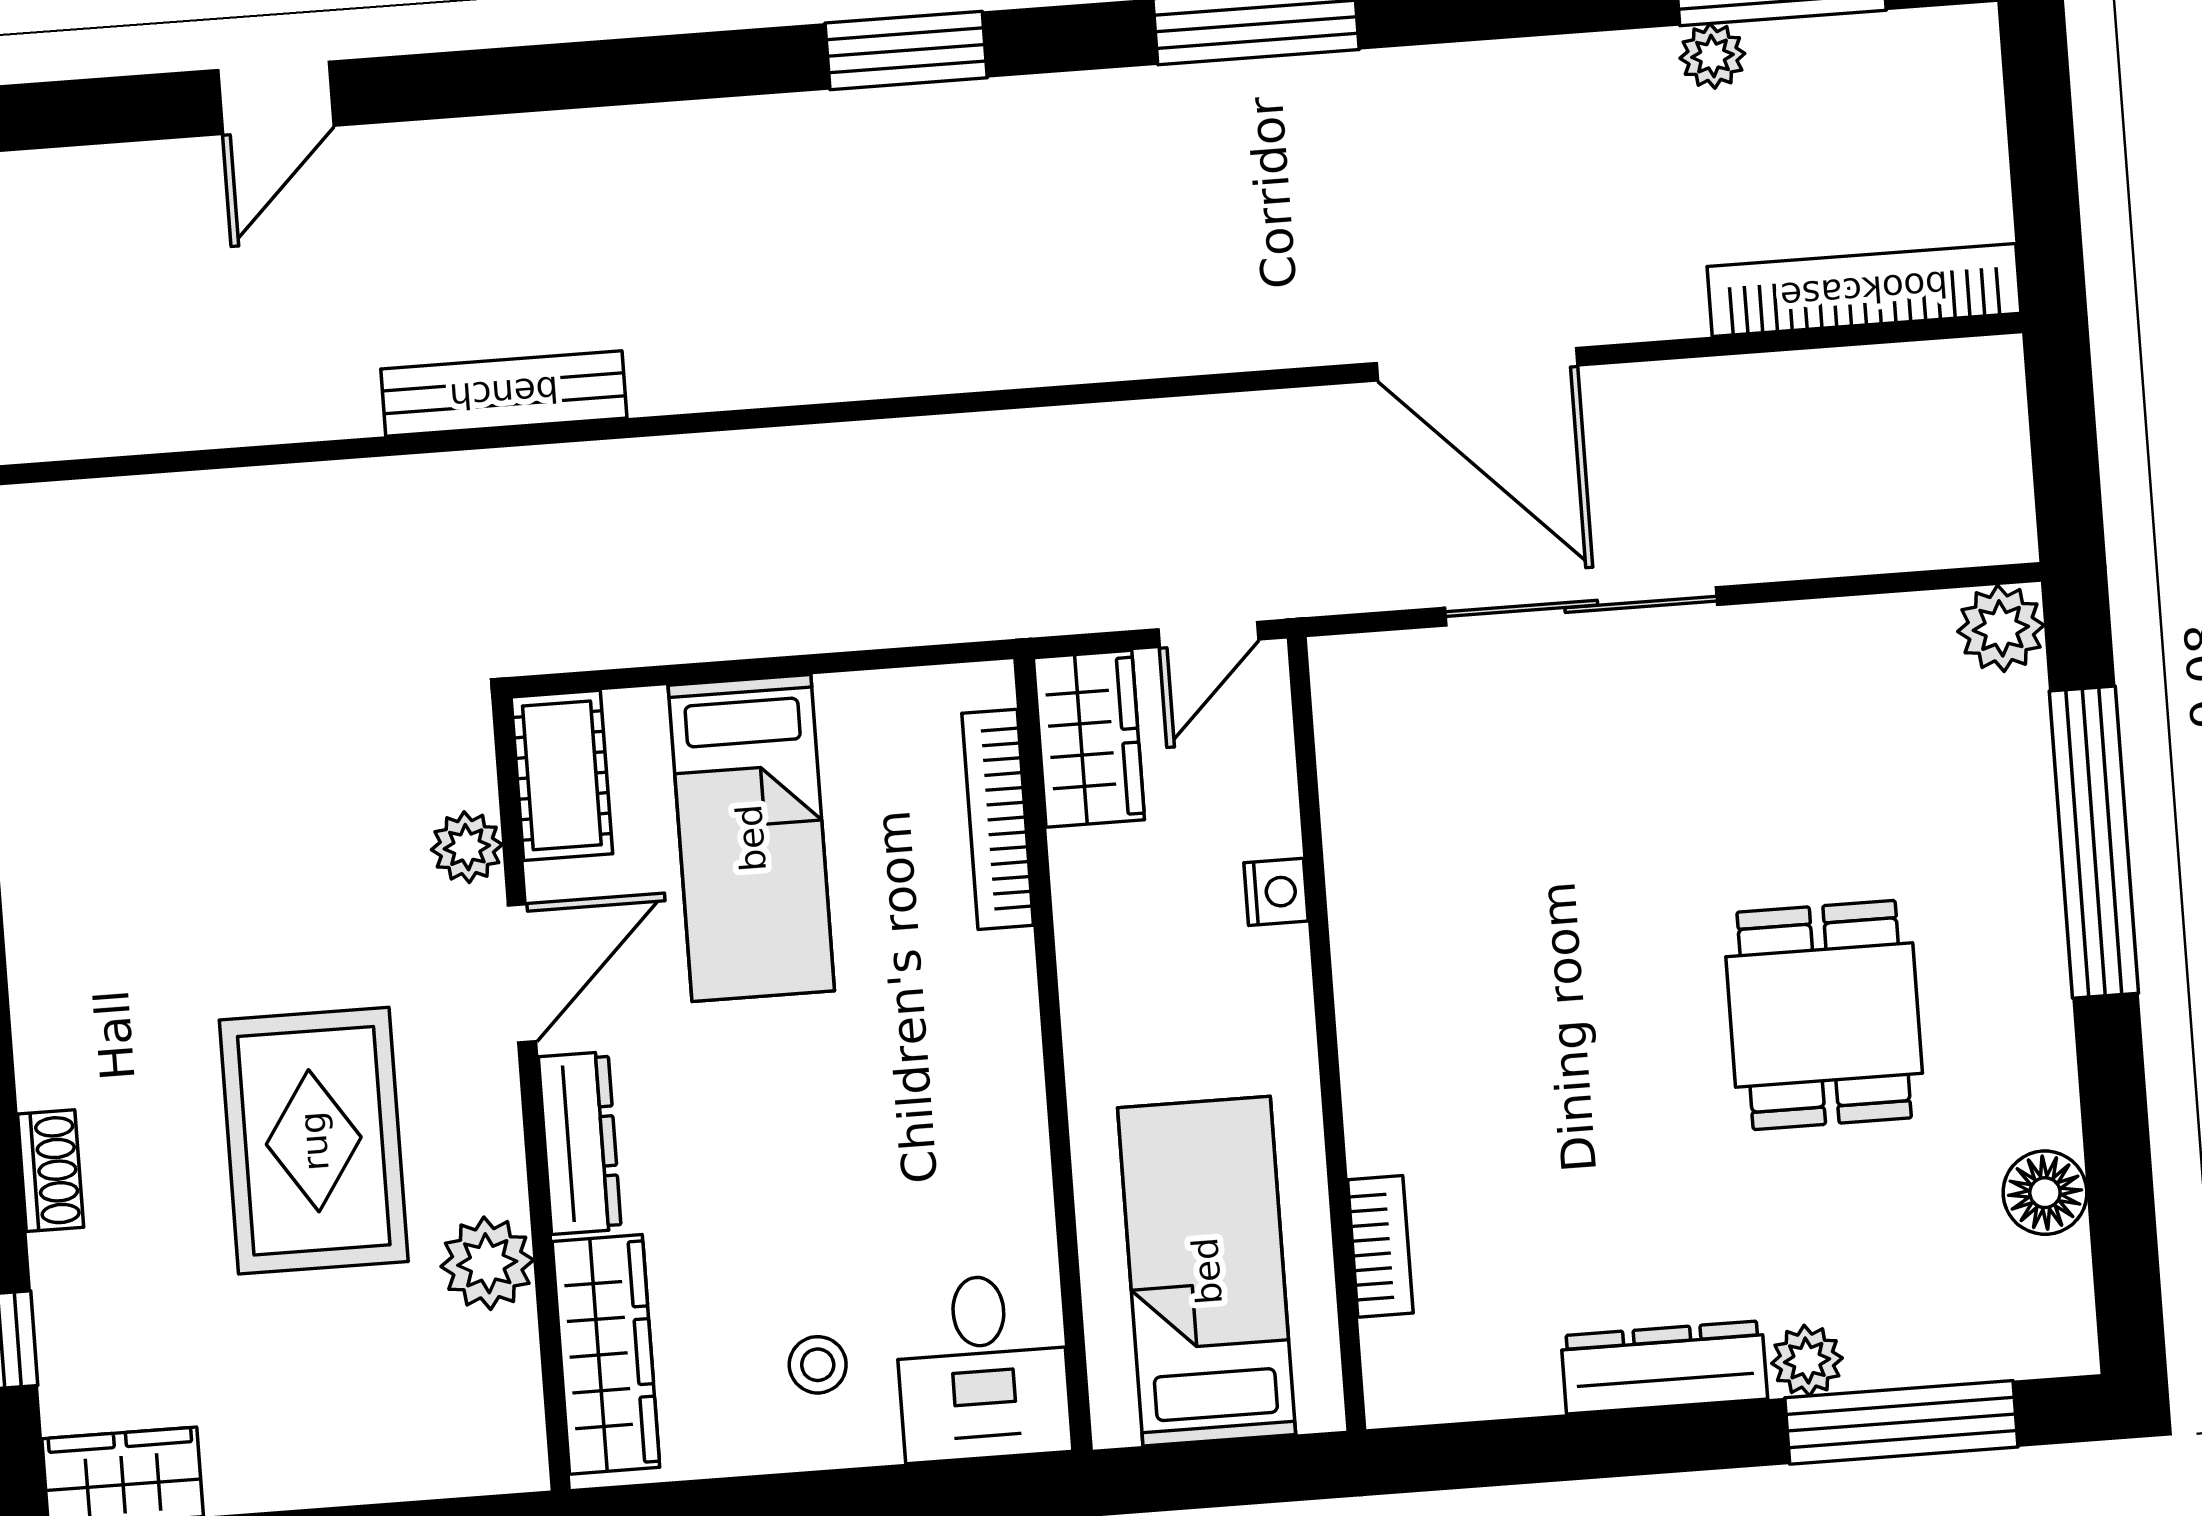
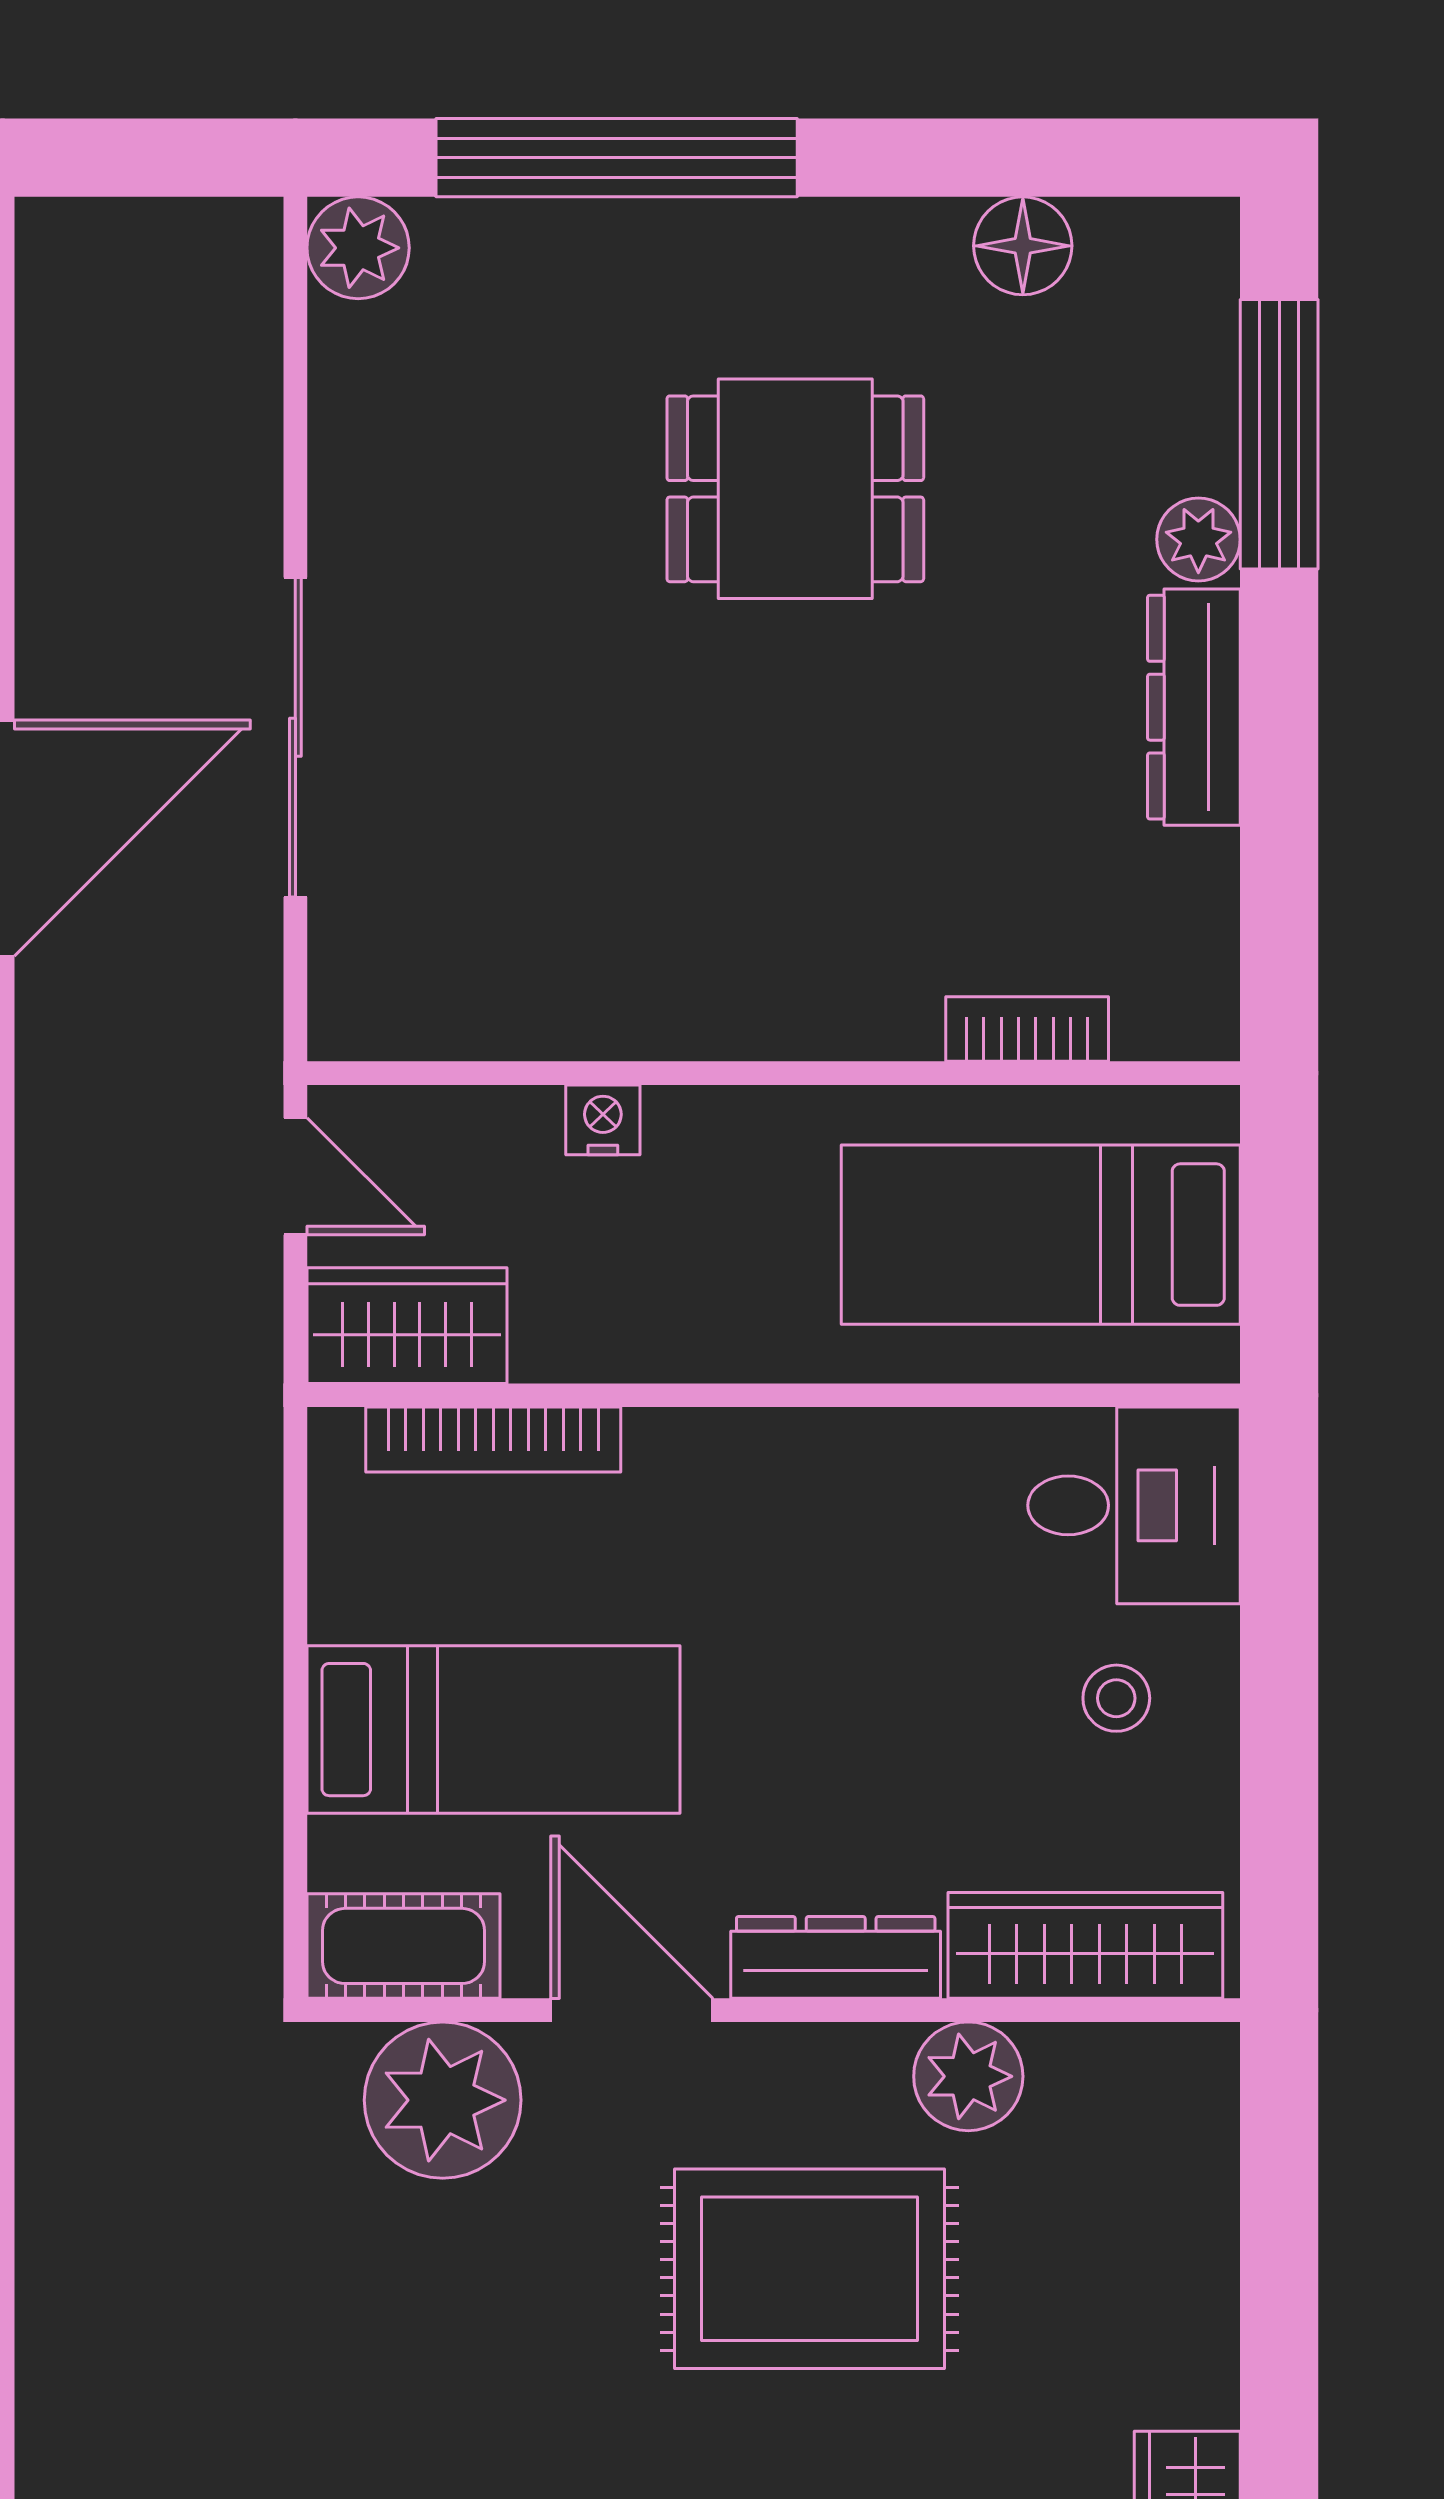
plant: (467, 847) -> (443, 2100), width x1.87, depth x1.87

